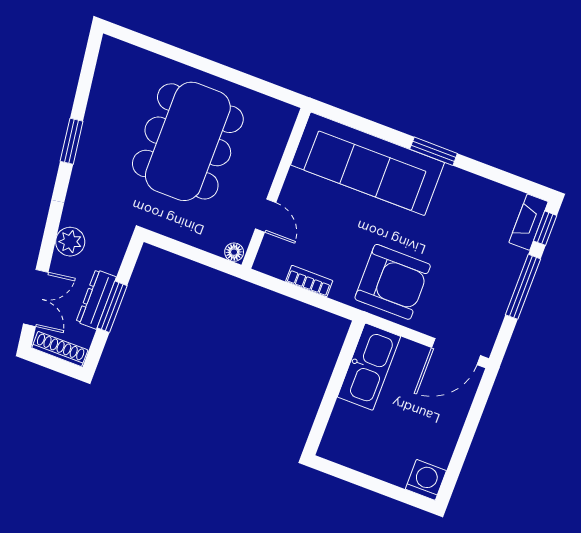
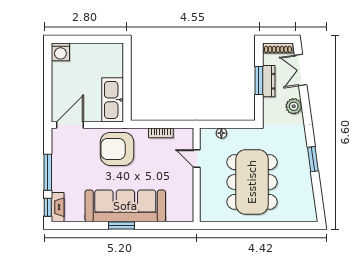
sofa: (368, 164) -> (125, 206), moved
floor lamp: (234, 252) -> (221, 133), moved

